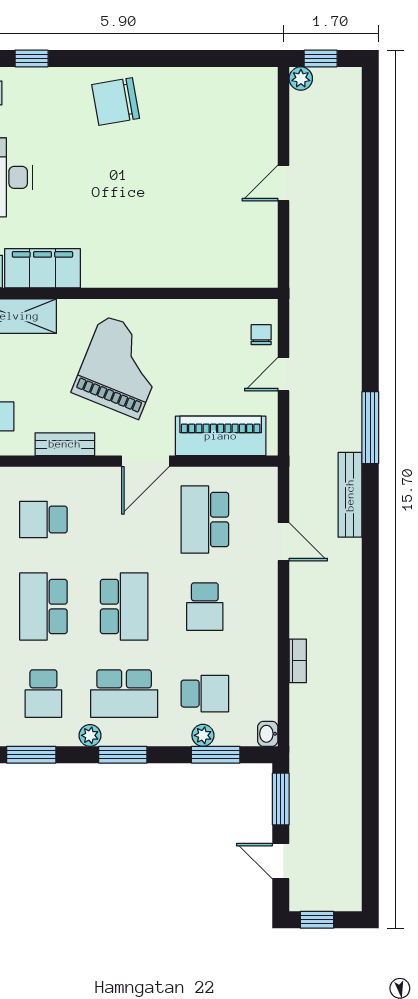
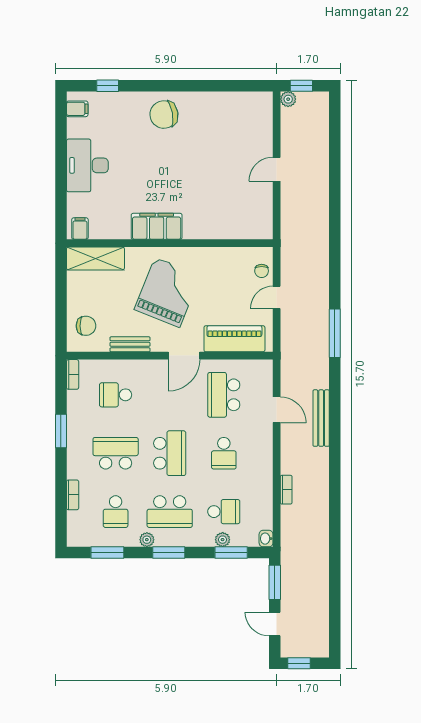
filing cabinet: (42, 268) -> (157, 226), moved
chair: (261, 335) -> (262, 271), turned 180
bench: (350, 495) -> (321, 418), moved
school desk: (43, 607) -> (116, 453), turned 90

